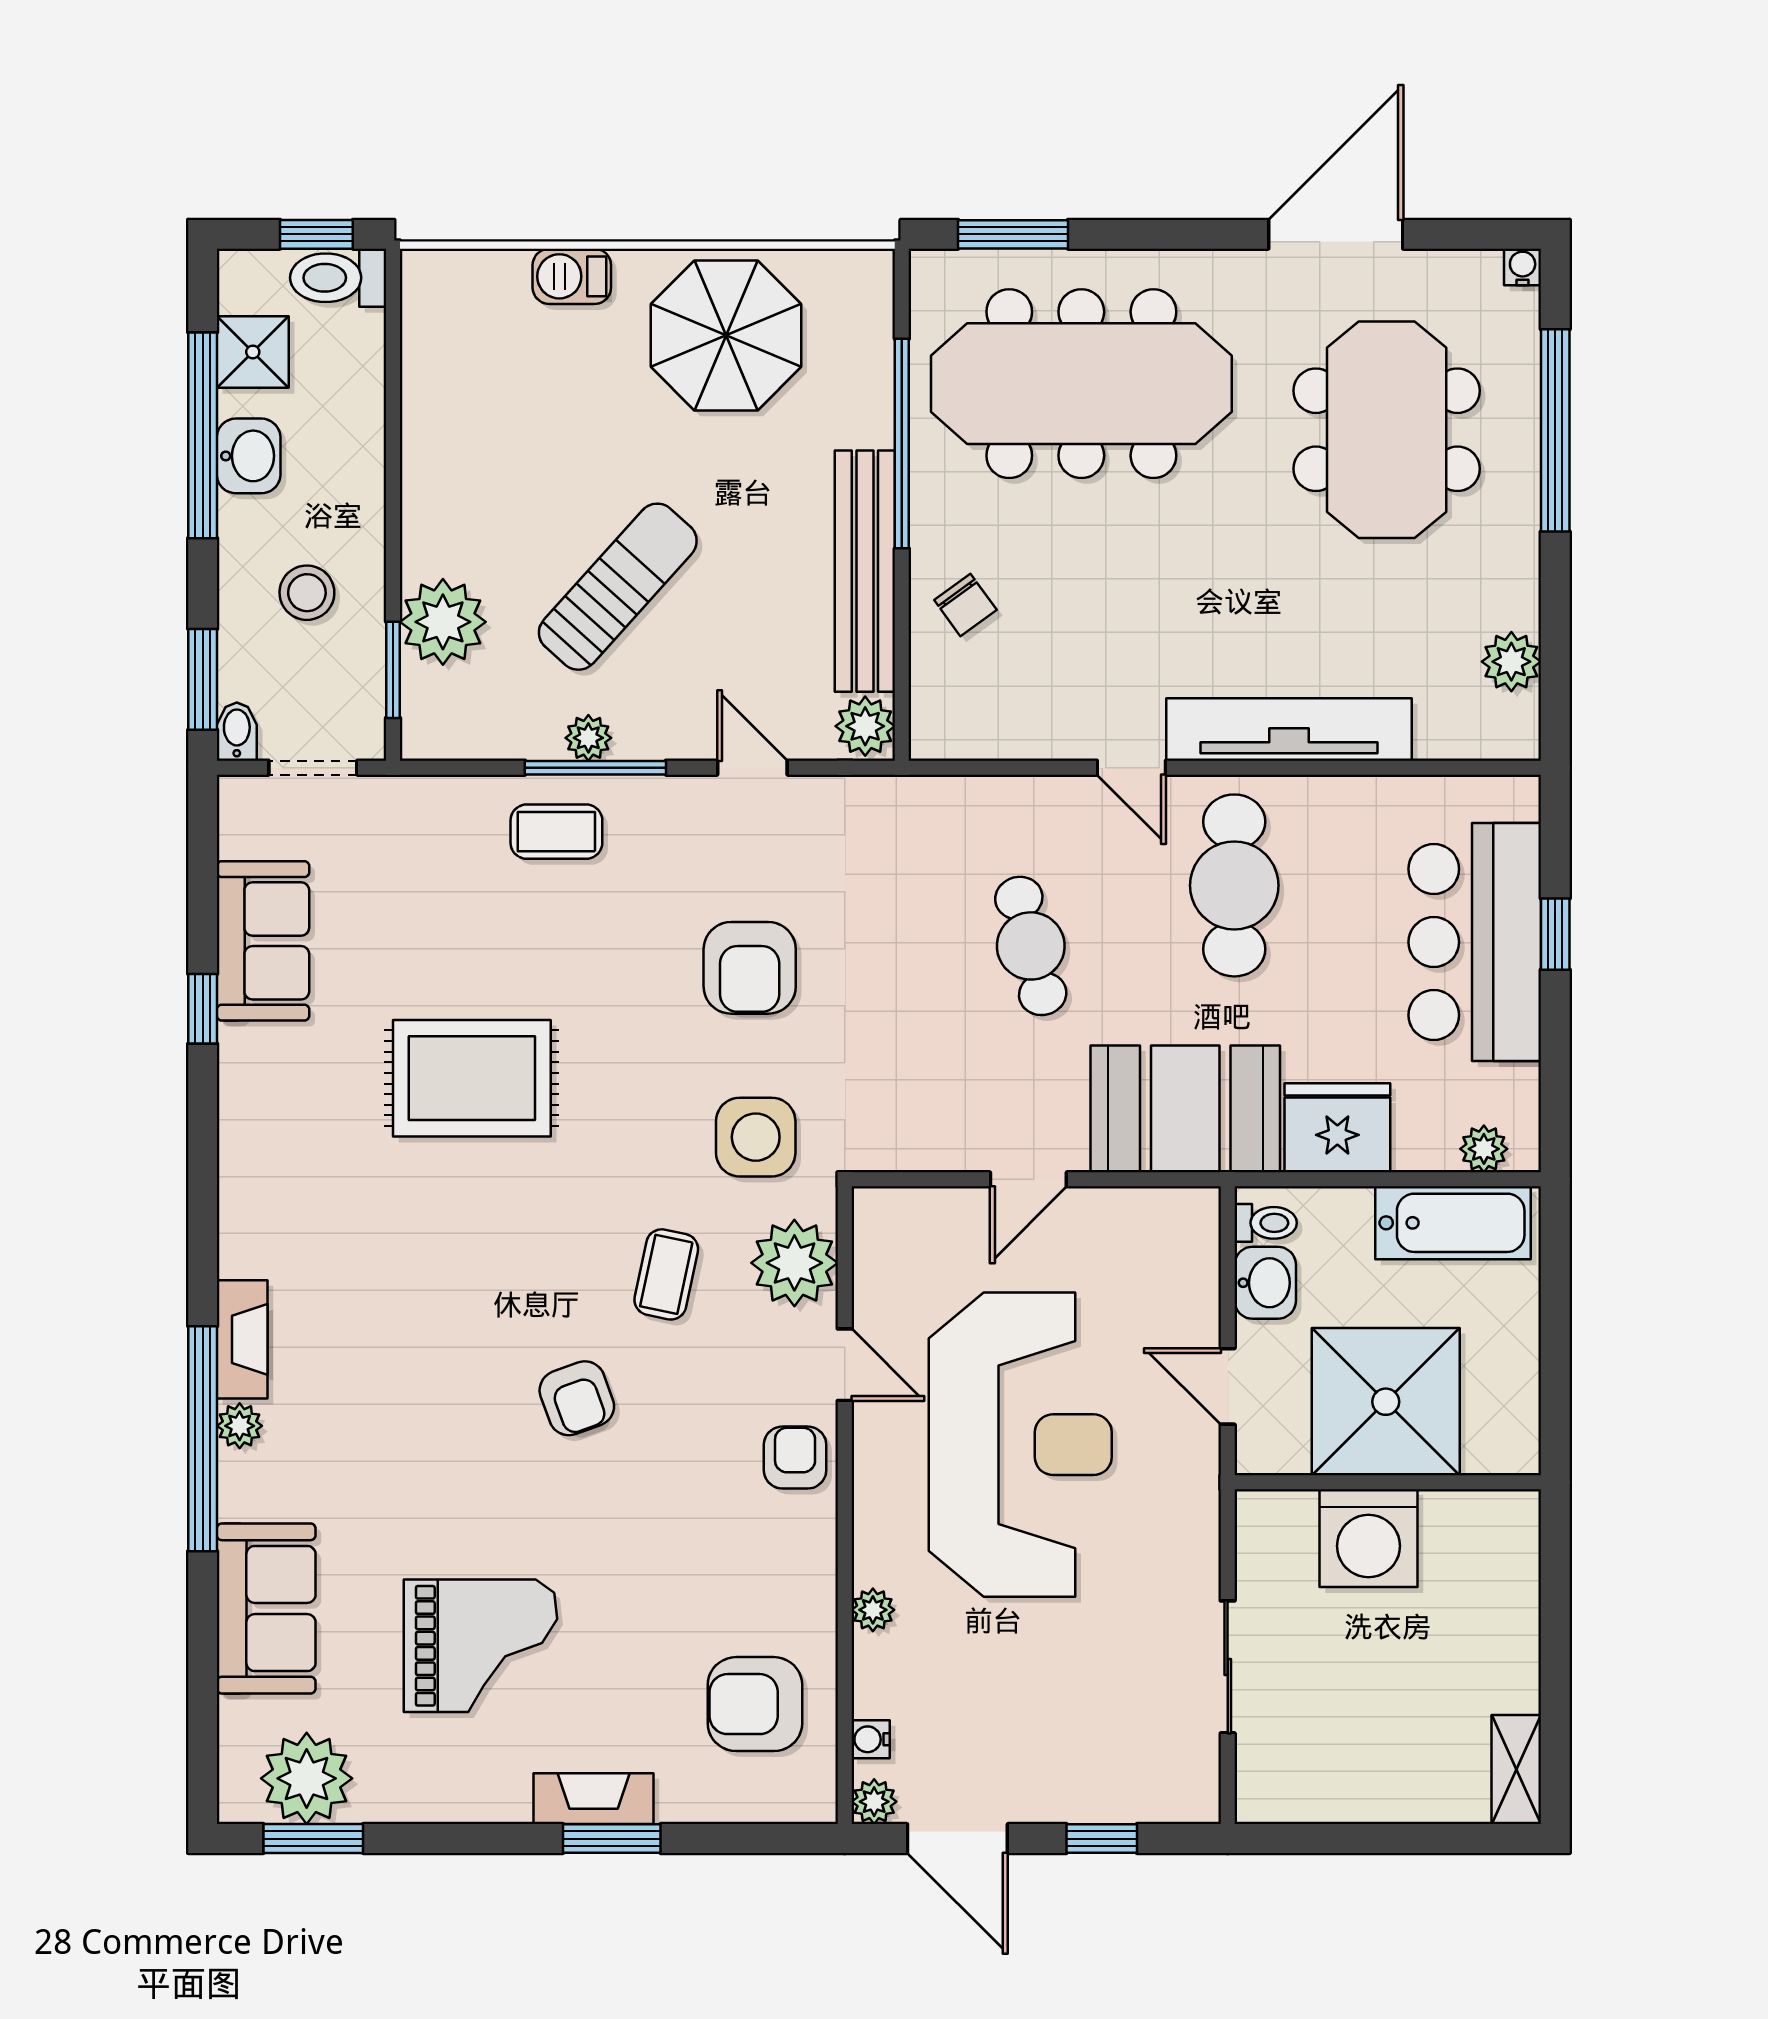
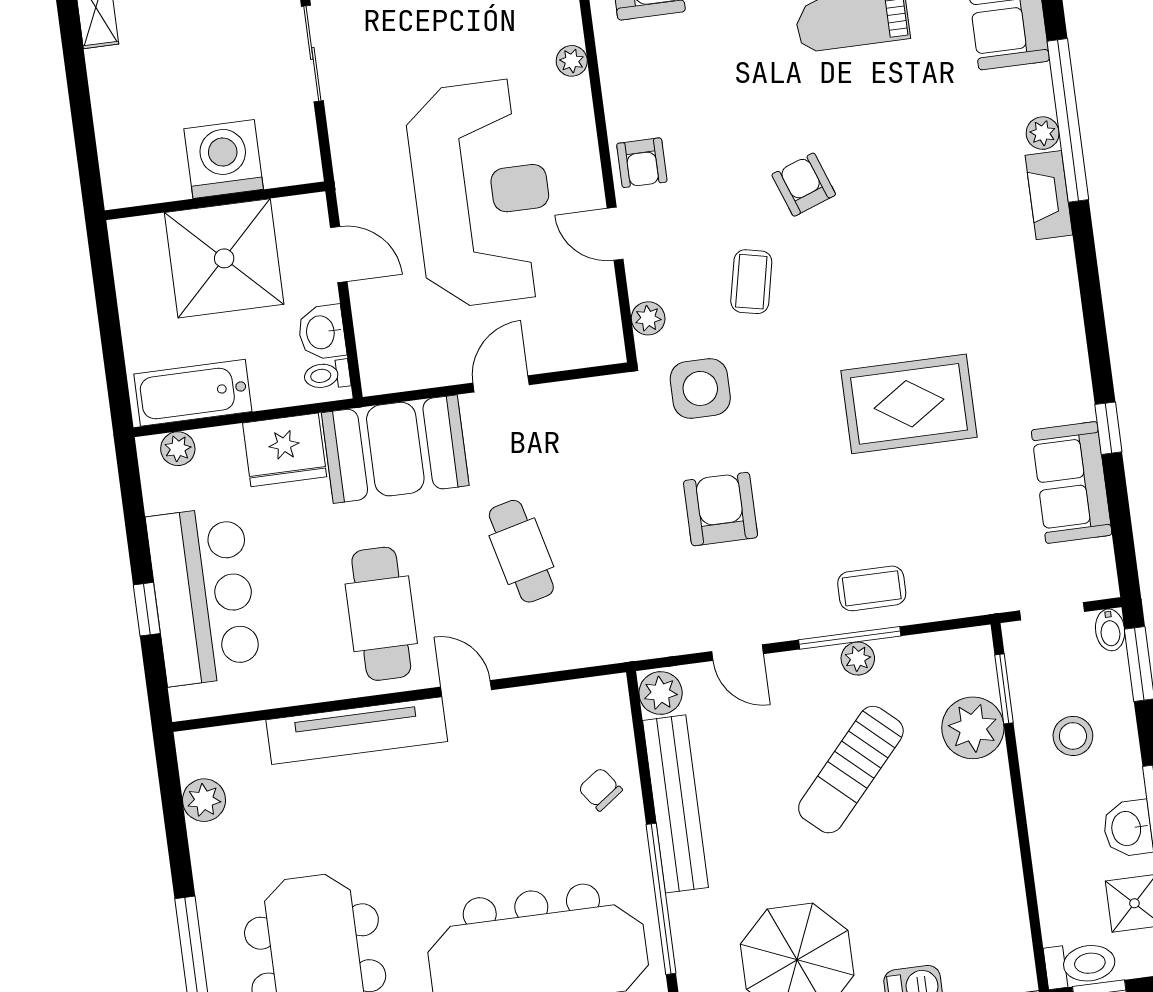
plant: (794, 1263) -> (648, 318), width x0.53, depth x0.53
reception desk: (1020, 1445) -> (482, 193), turned 180

